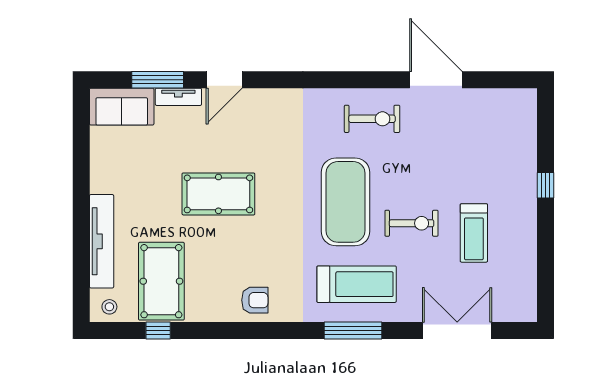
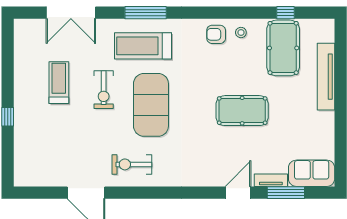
exercise bike: (412, 223) -> (104, 90), turned -90
stool: (109, 307) -> (241, 32), moved

